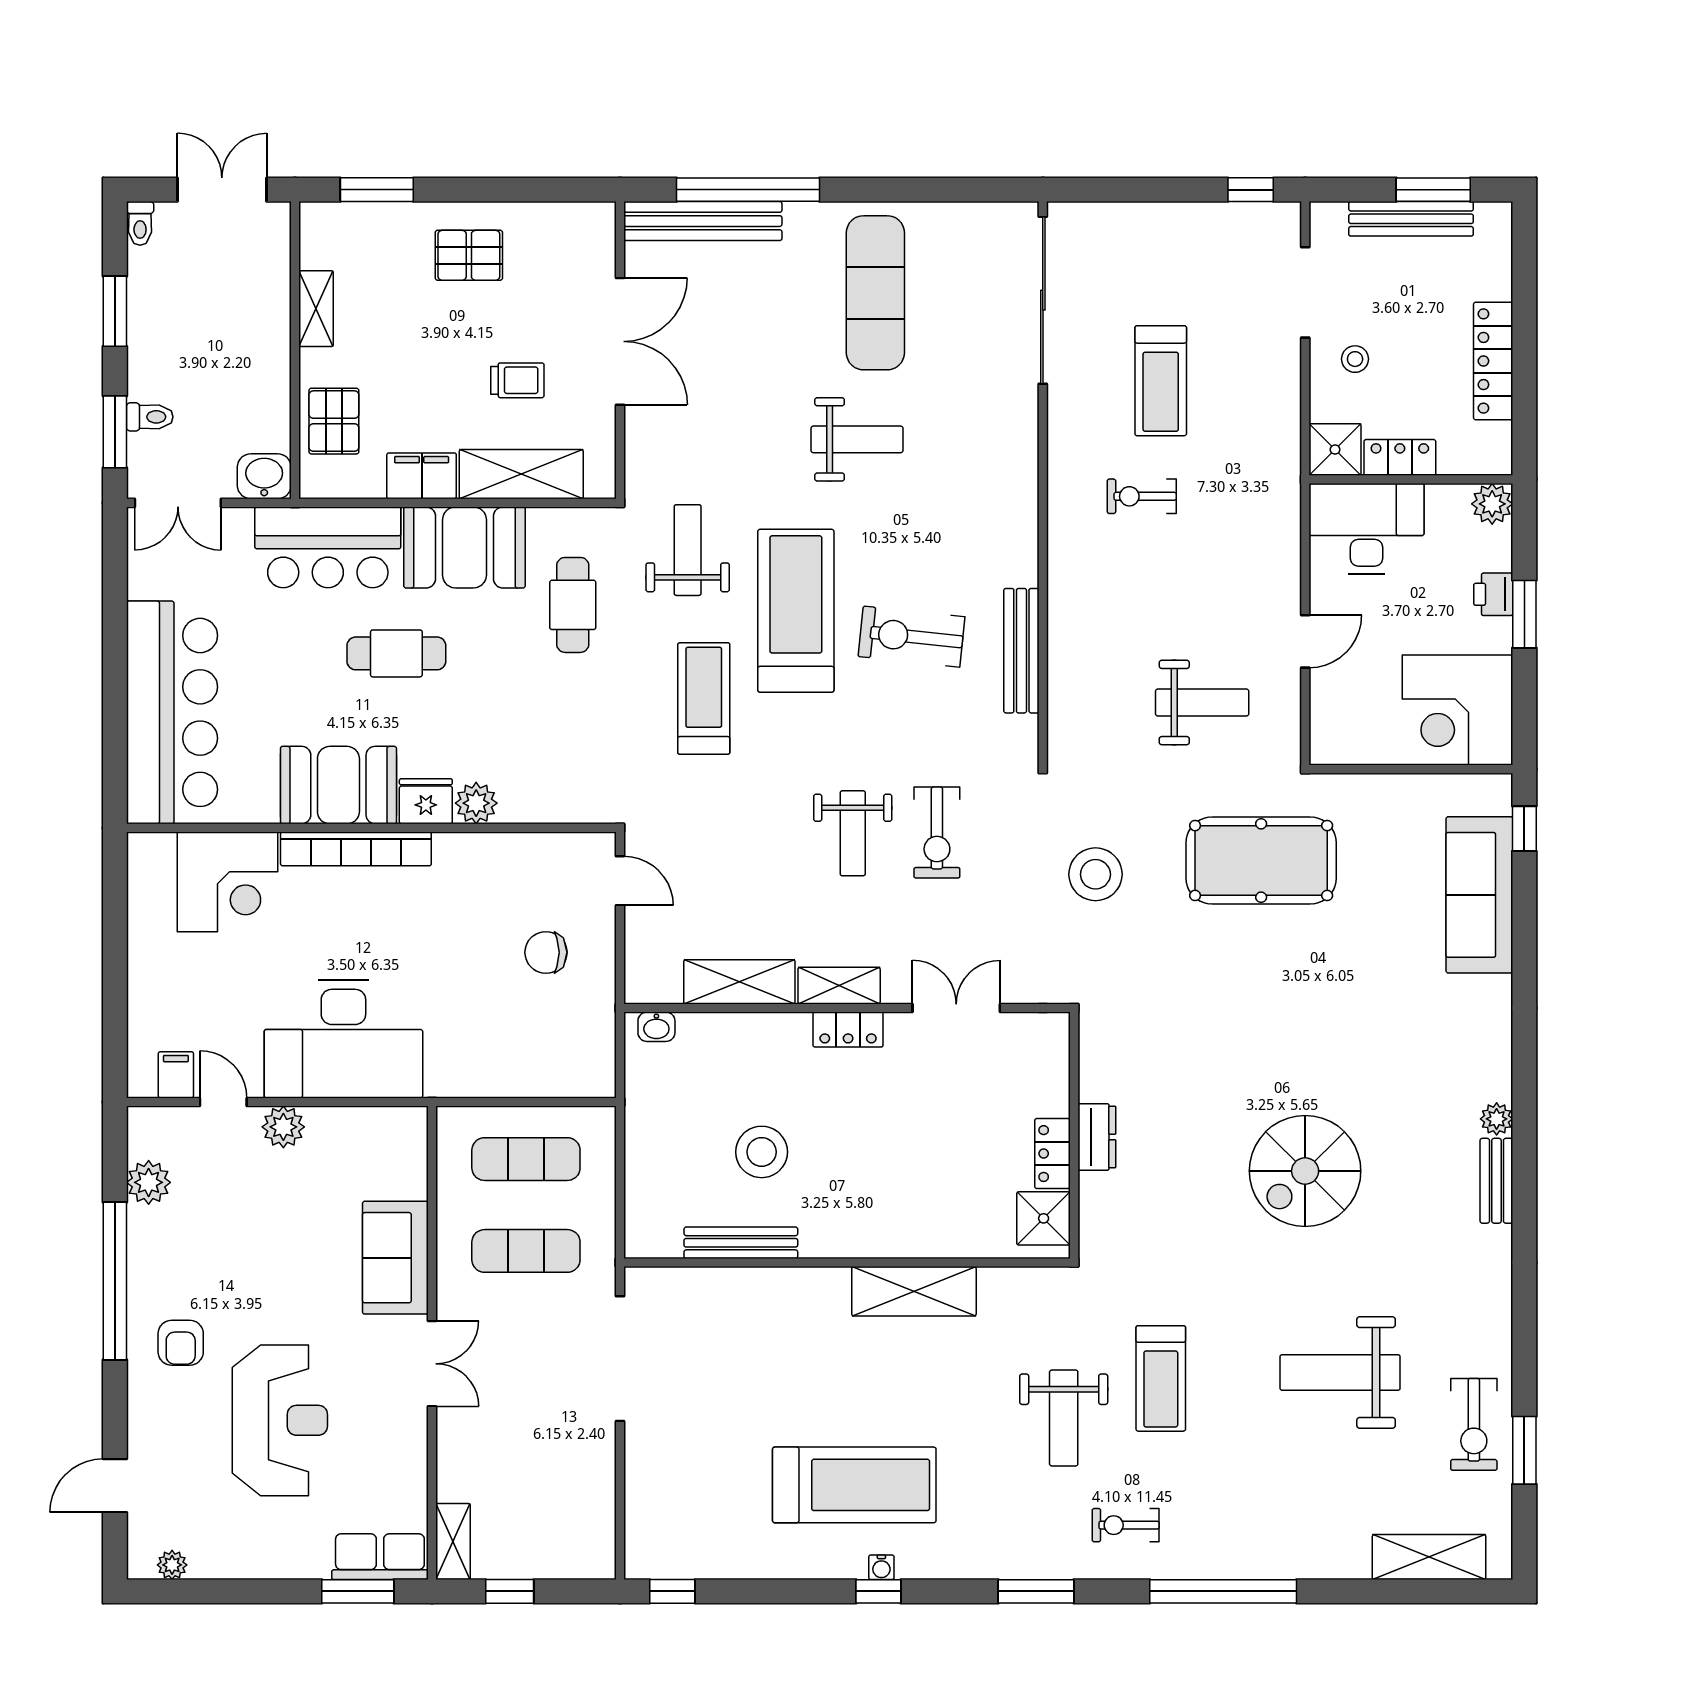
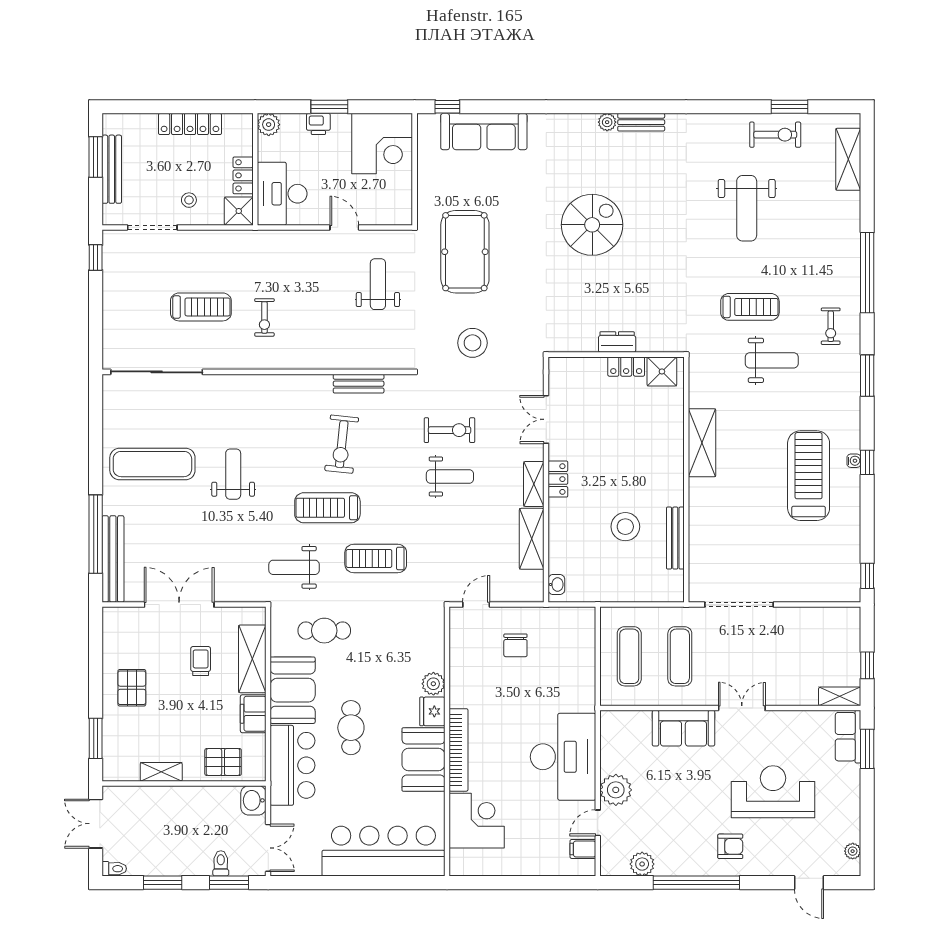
treadmill: (796, 611) -> (327, 508), width x0.73, depth x0.73
bench: (1021, 651) -> (359, 384), width x0.73
plant: (283, 1127) -> (616, 790), width x1.36, depth x1.36
spiral stairs: (1305, 1171) -> (592, 225), moved, turned -90

